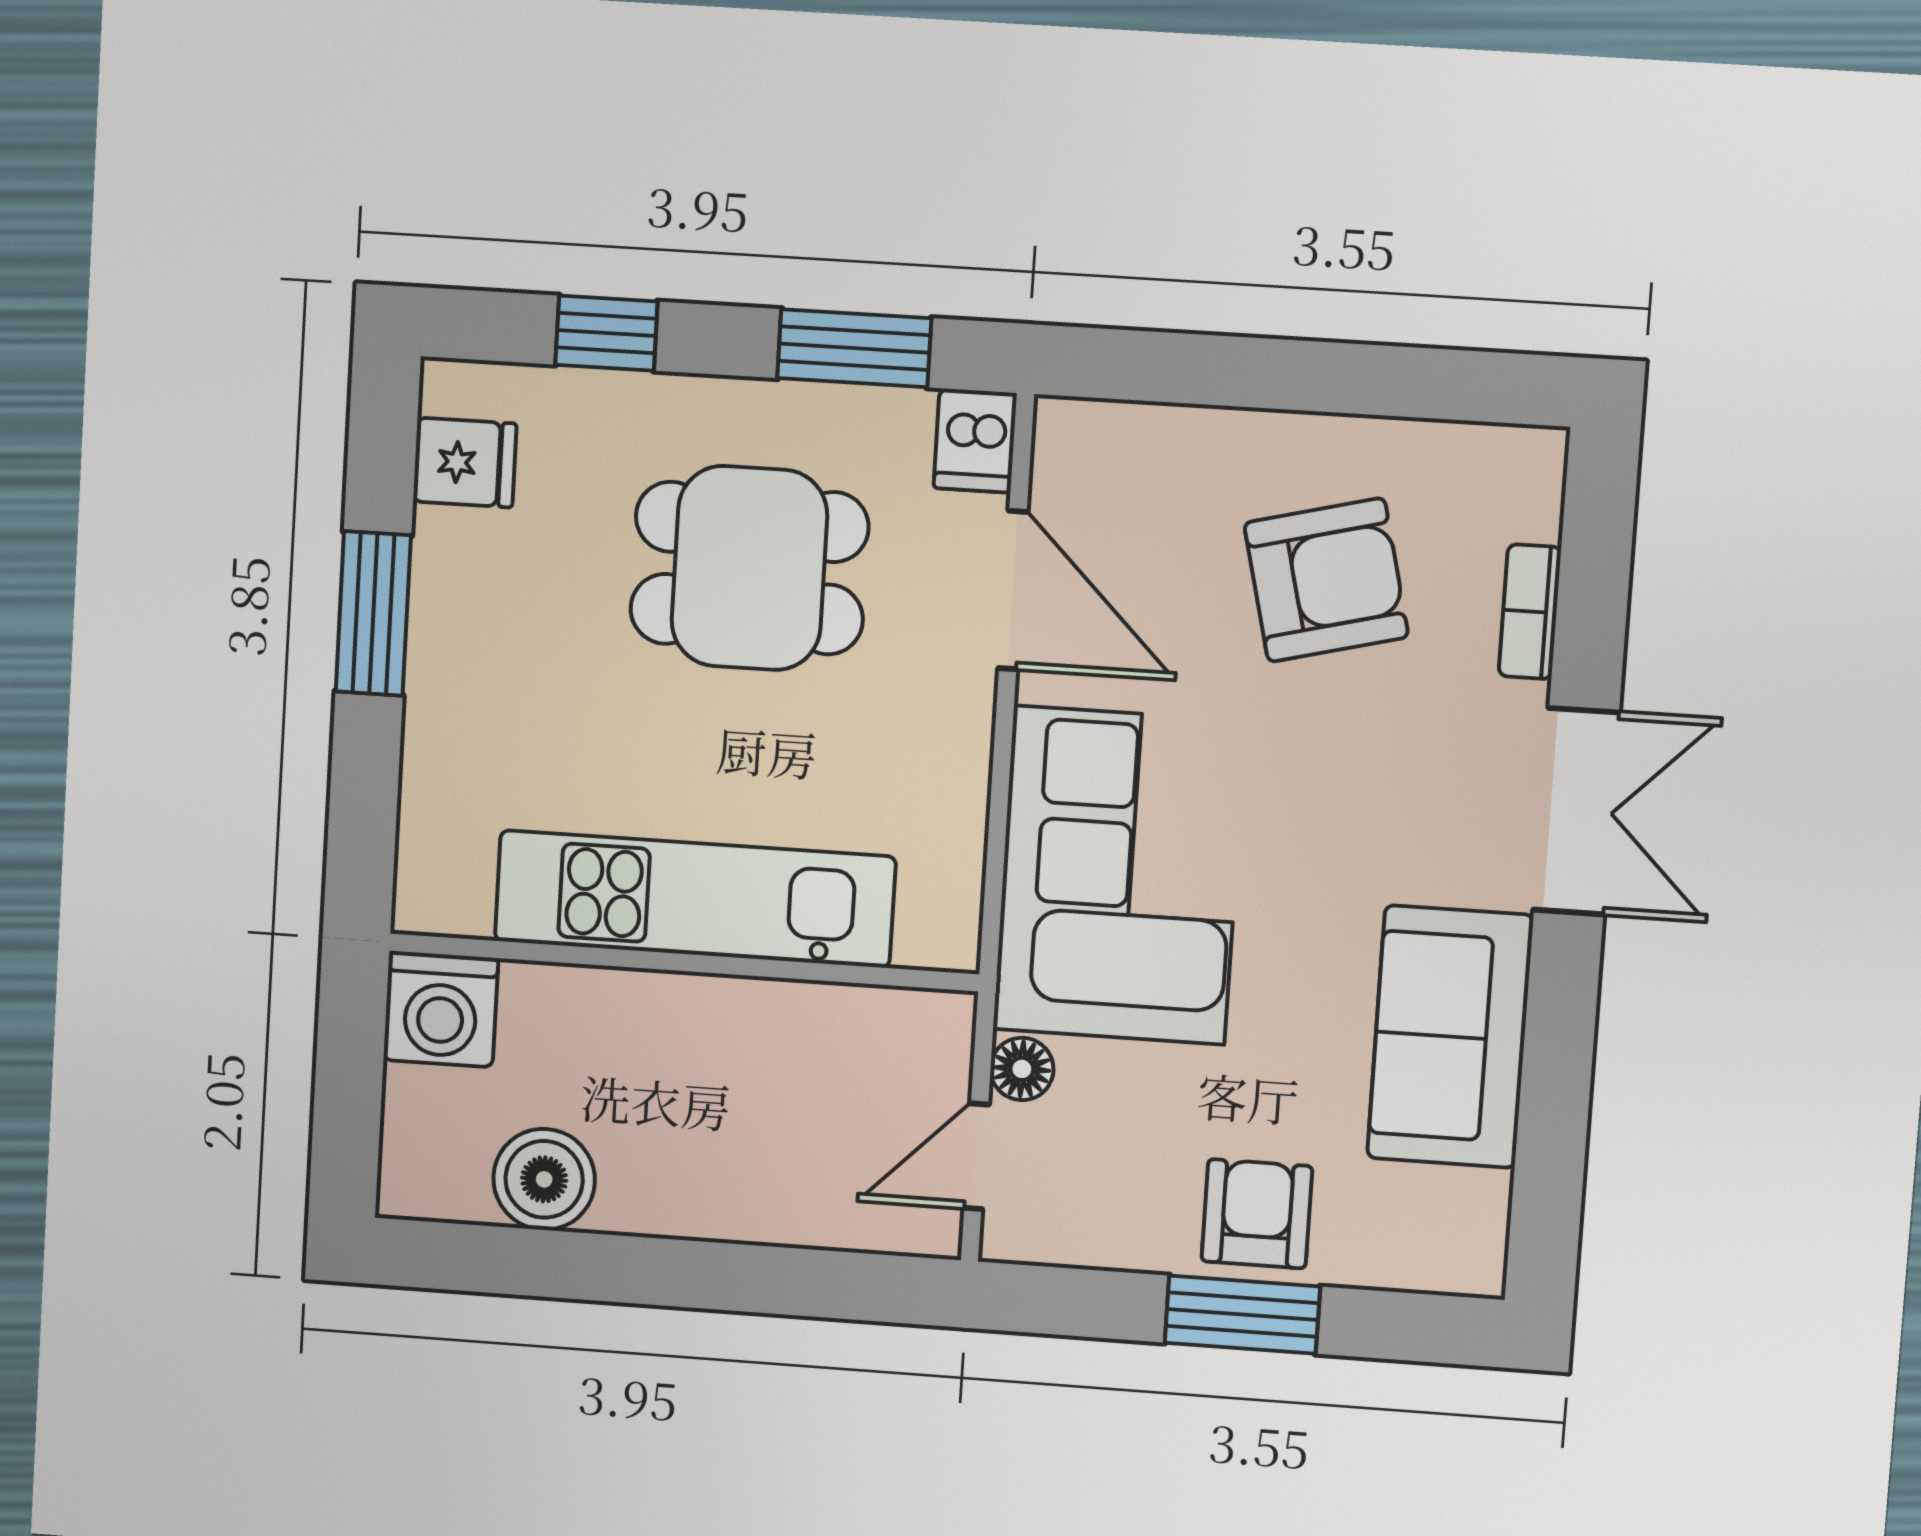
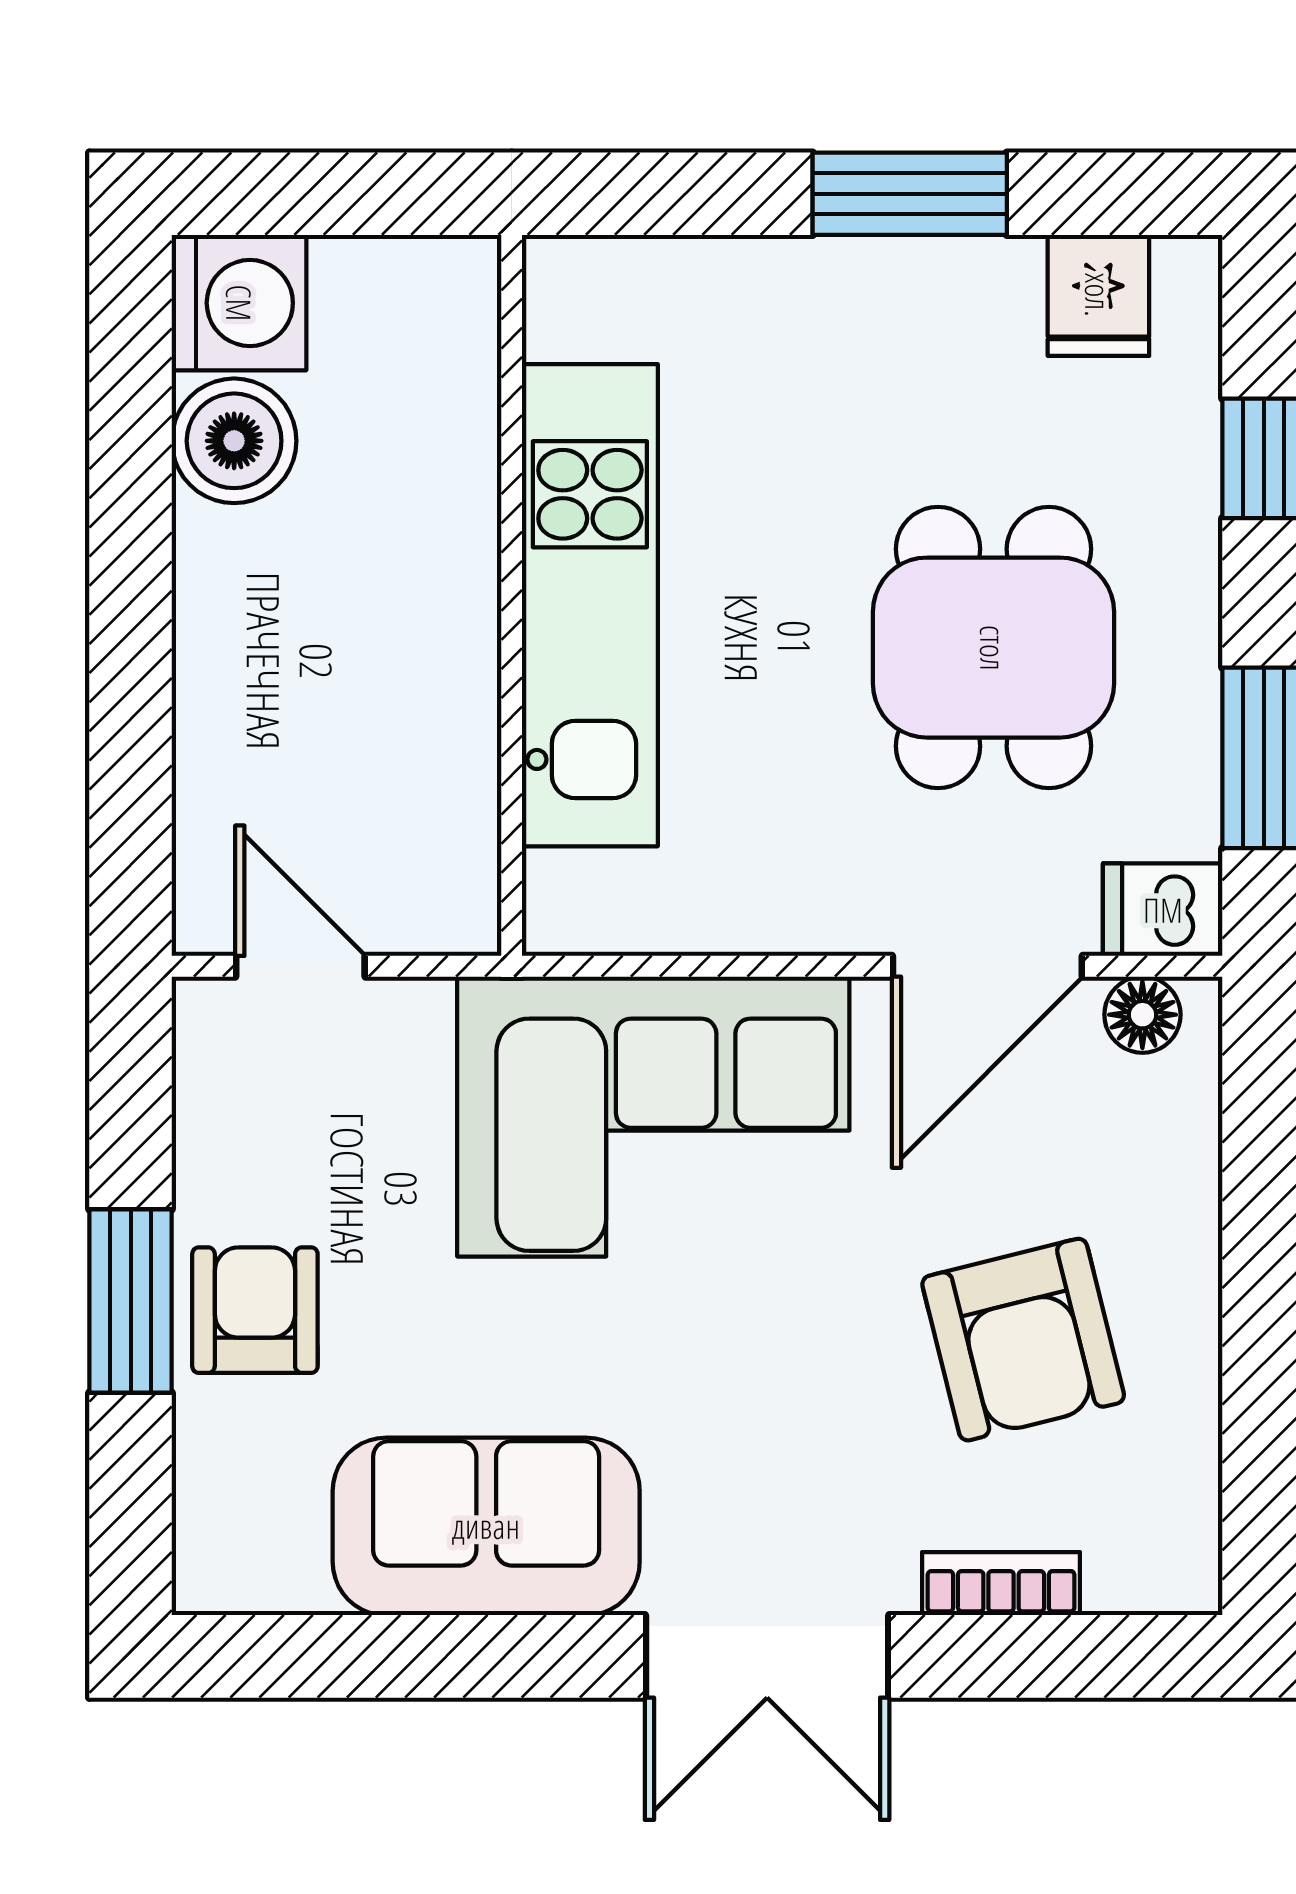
washing machine: (441, 1009) -> (239, 303), moved, turned 180
floor lamp: (1022, 1069) -> (1142, 1015), moved
armchair: (1257, 1214) -> (255, 1310), turned -90

